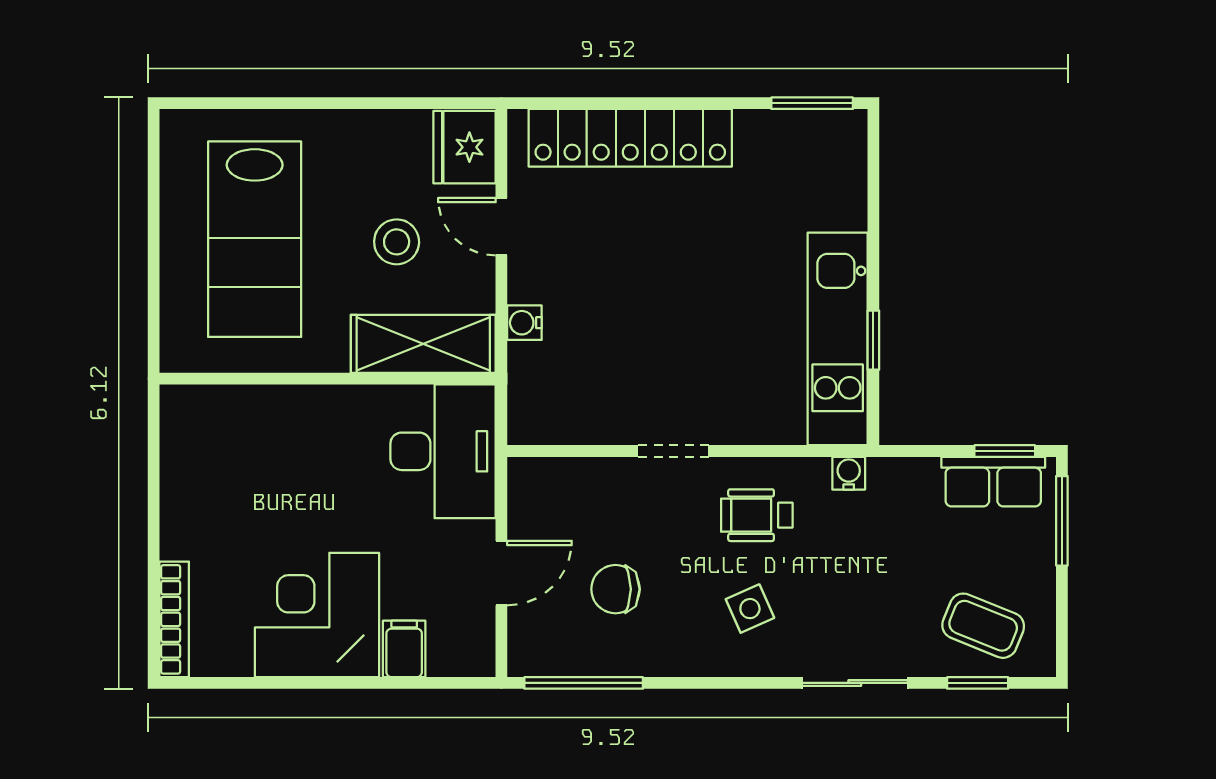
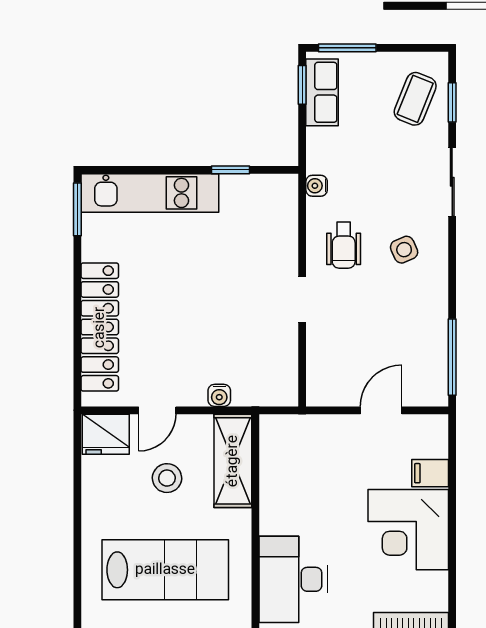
kitchen unit: (838, 339) -> (150, 193), moved
desk: (443, 451) -> (293, 579), moved, turned -90
door: (501, 573) -> (381, 410), hinge flipped
chair: (615, 589) -> (392, 337), removed

